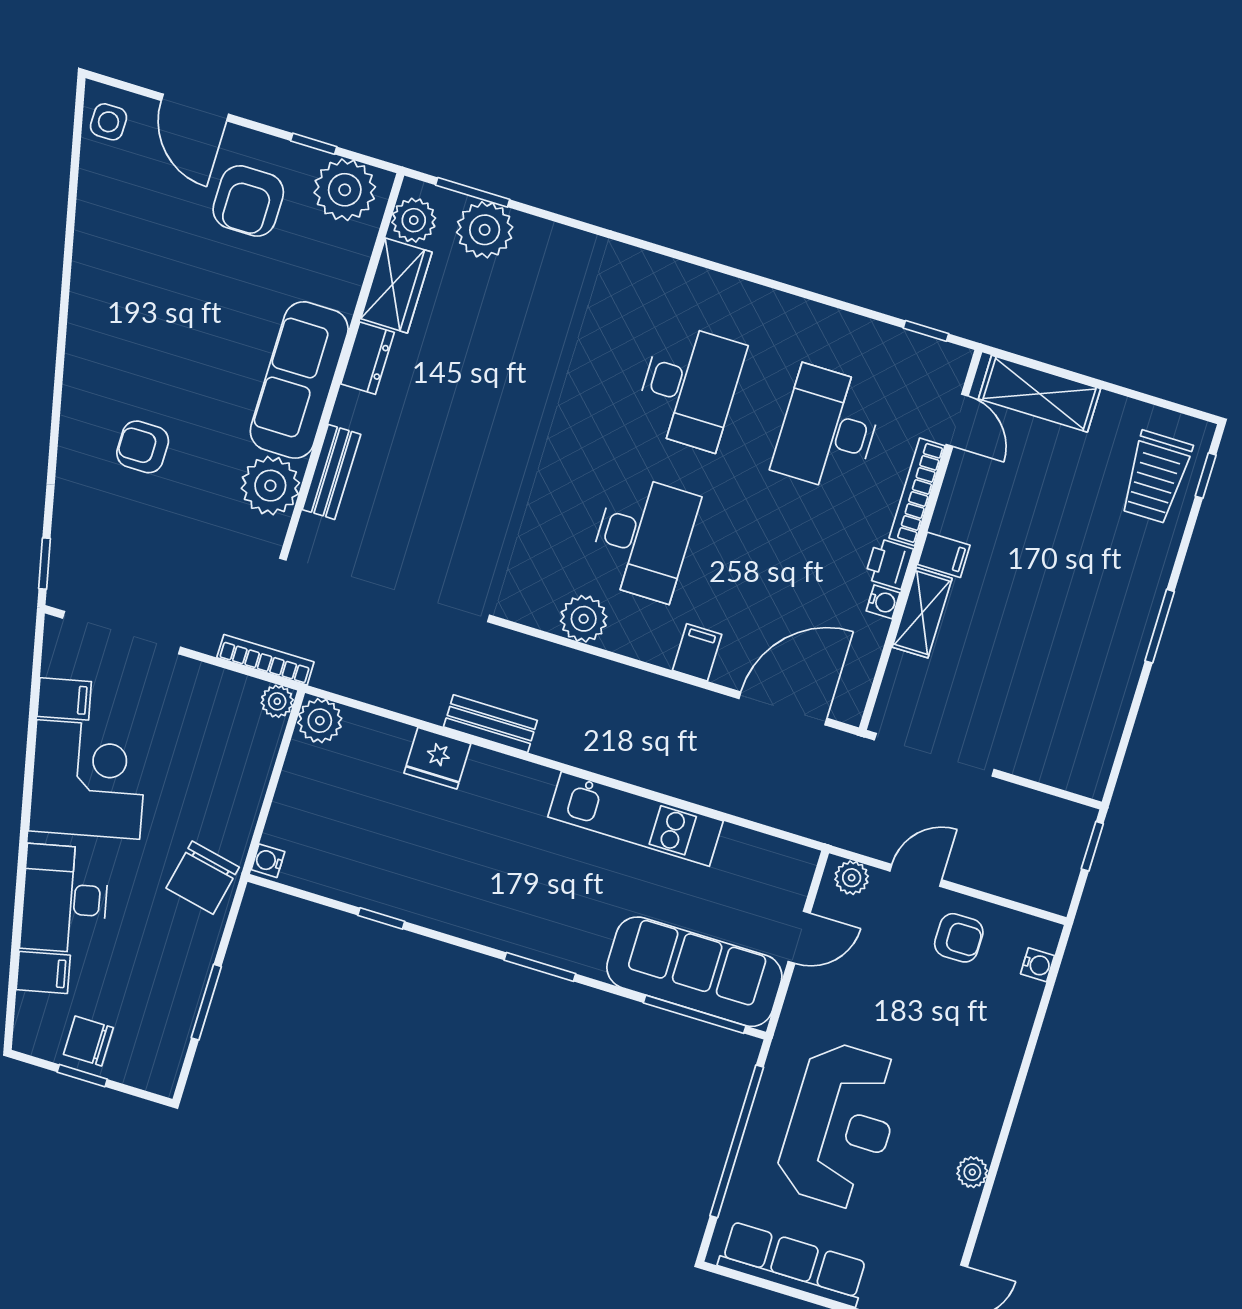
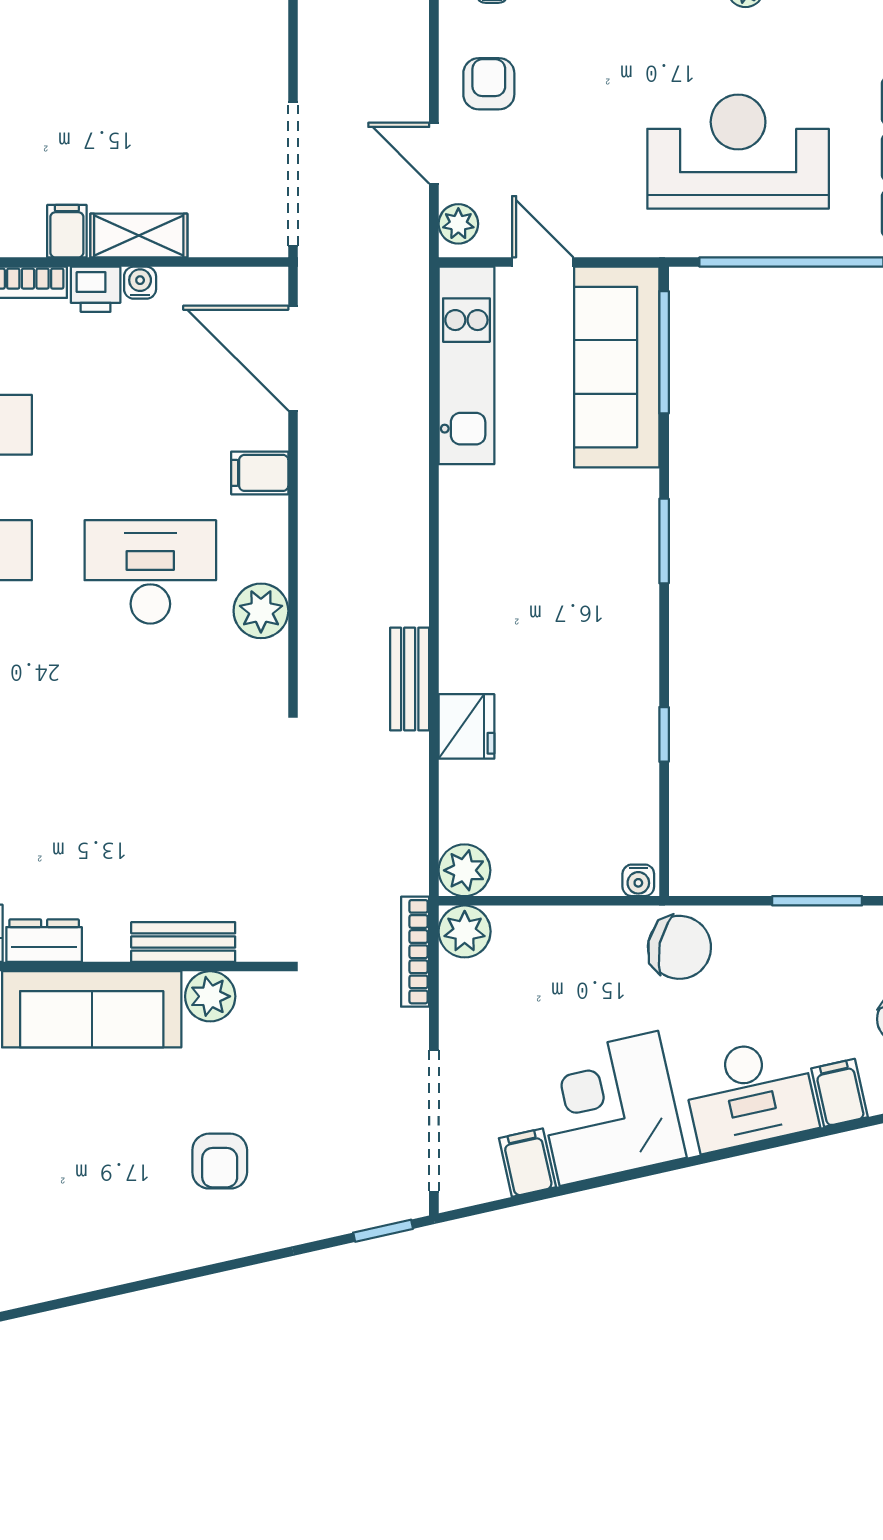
plant: (270, 486) -> (210, 996), width x0.73, depth x0.73
plant: (277, 701) -> (465, 931), width x1.38, depth x1.38
kitchen unit: (635, 819) -> (466, 365), moved

